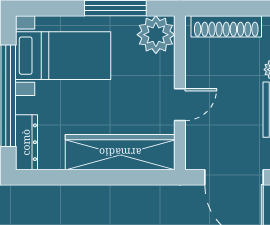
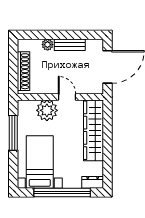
plant: (156, 35) -> (47, 110), moved
dresser: (26, 142) -> (93, 182), width x0.70

